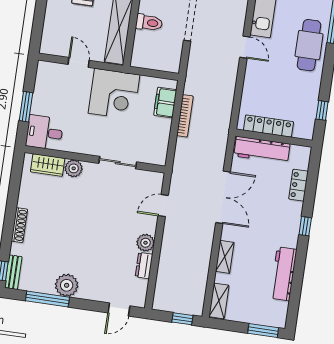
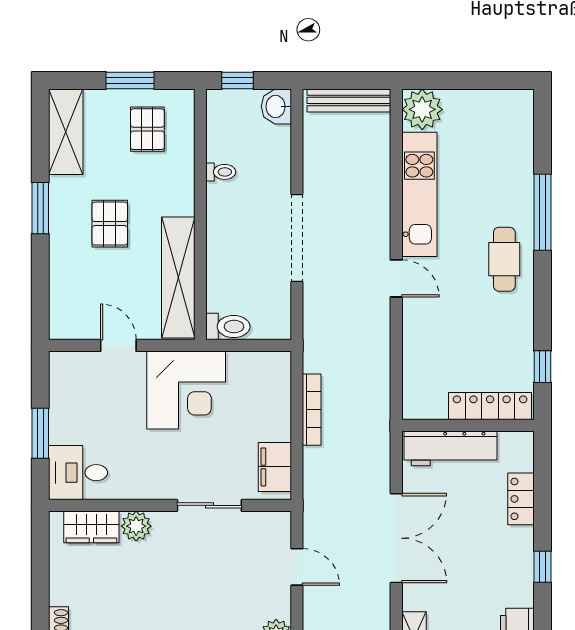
toilet: (149, 23) -> (228, 327), moved
cafe table: (309, 45) -> (504, 259), width x0.73, depth x0.74
filing cabinet: (165, 103) -> (275, 467), moved
locker: (269, 126) -> (490, 406), moved
door: (163, 206) -> (297, 567), swing flipped

